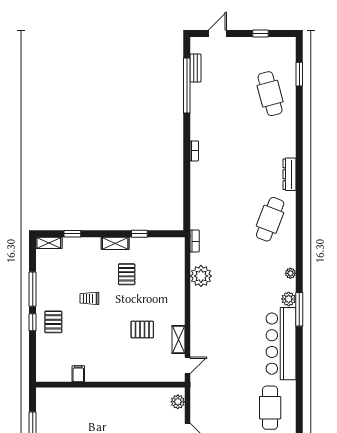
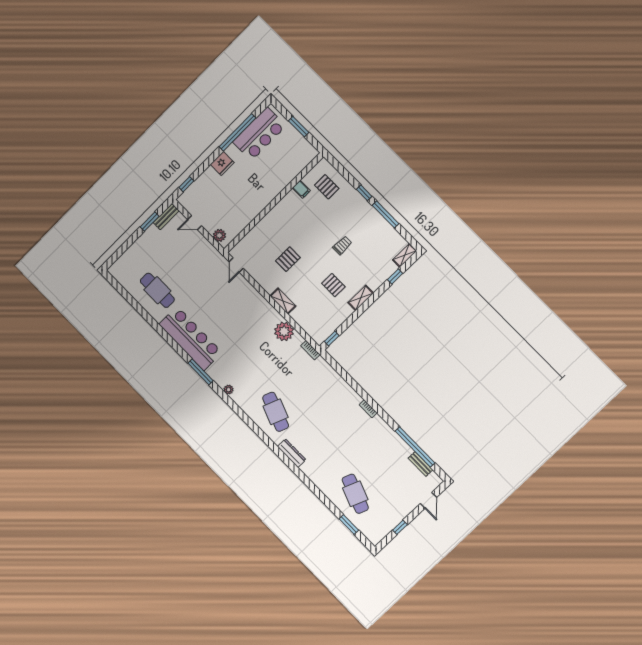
cafe table: (270, 94) -> (355, 494), turned 36
window: (139, 234) -> (332, 339), moved
plant: (289, 299) -> (214, 372), removed
pallet: (53, 322) -> (327, 187), moved
shelving: (178, 340) -> (283, 301), moved

